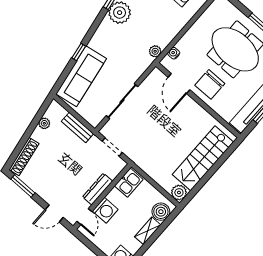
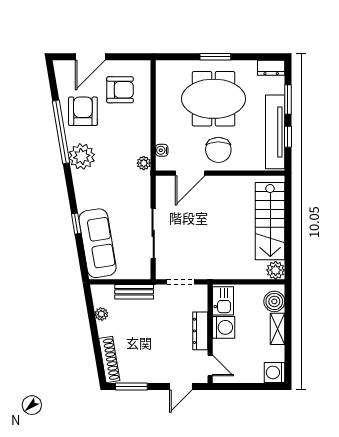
door: (179, 83) -> (190, 173), hinge flipped
washing machine: (105, 210) -> (224, 327), moved

